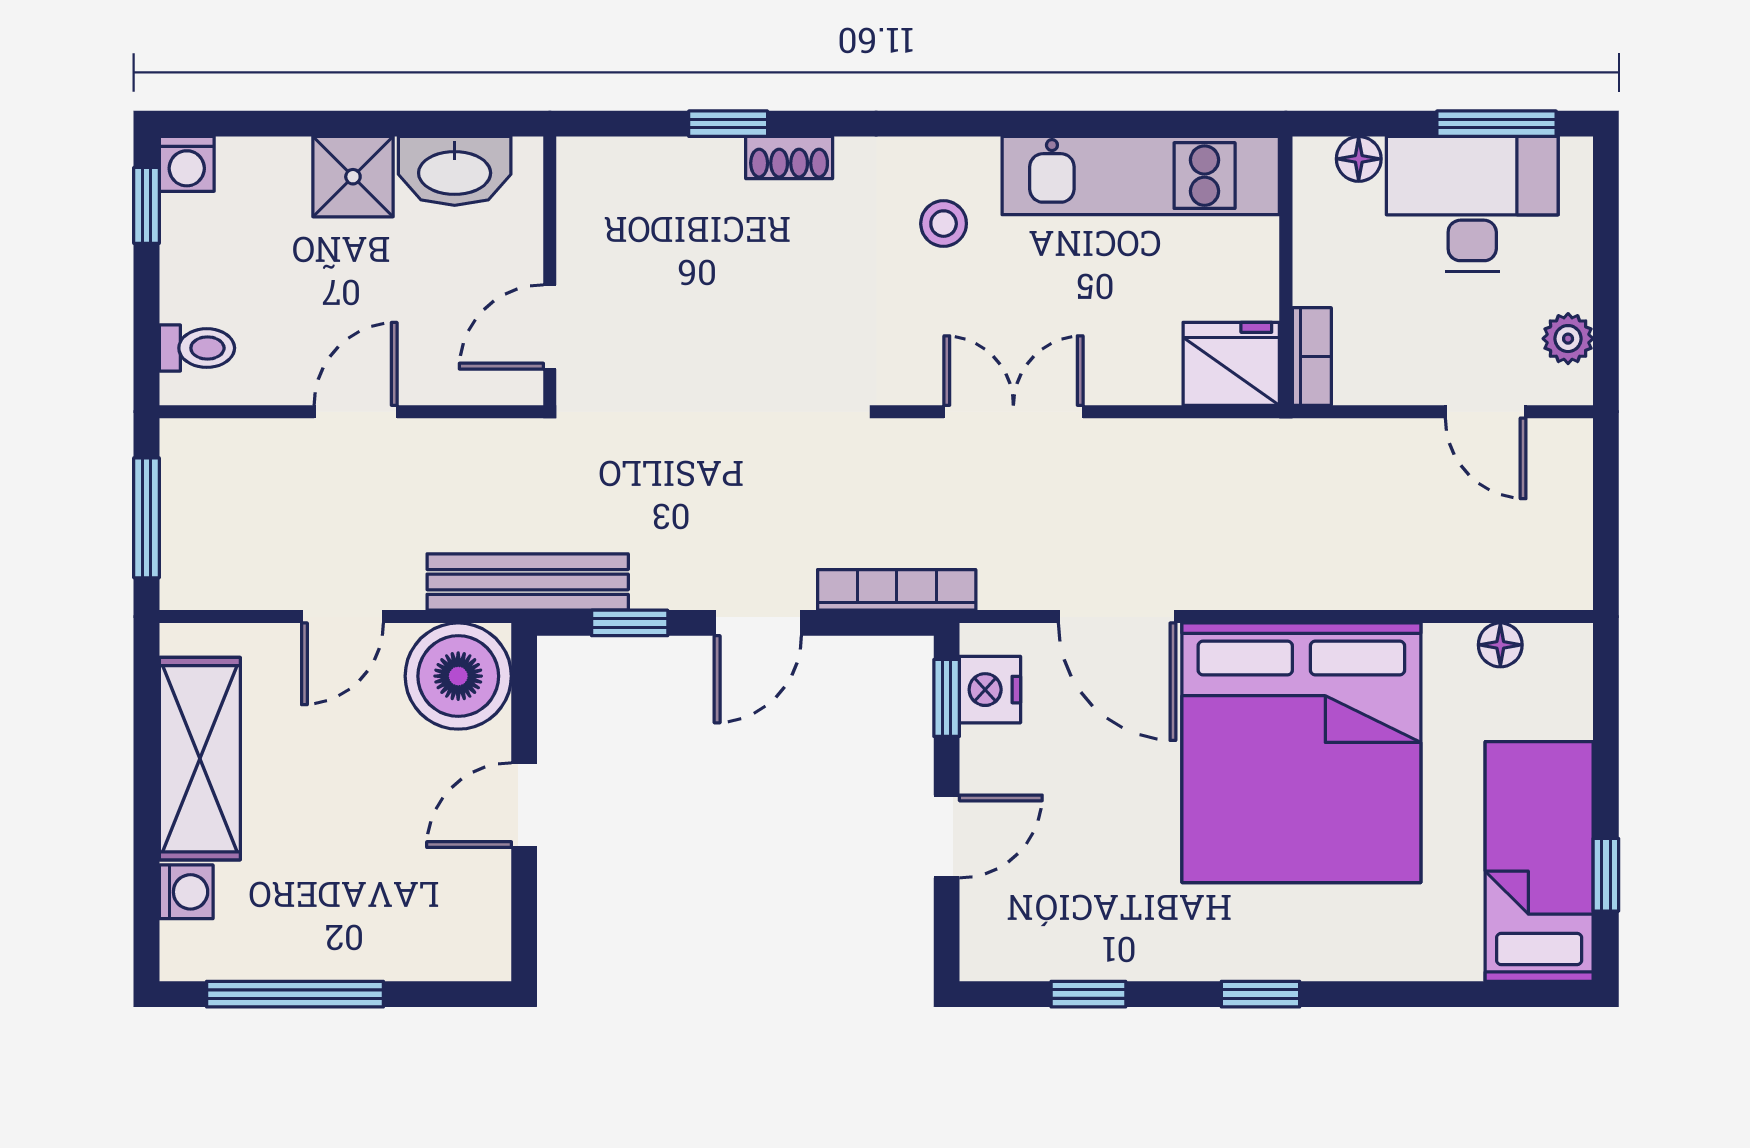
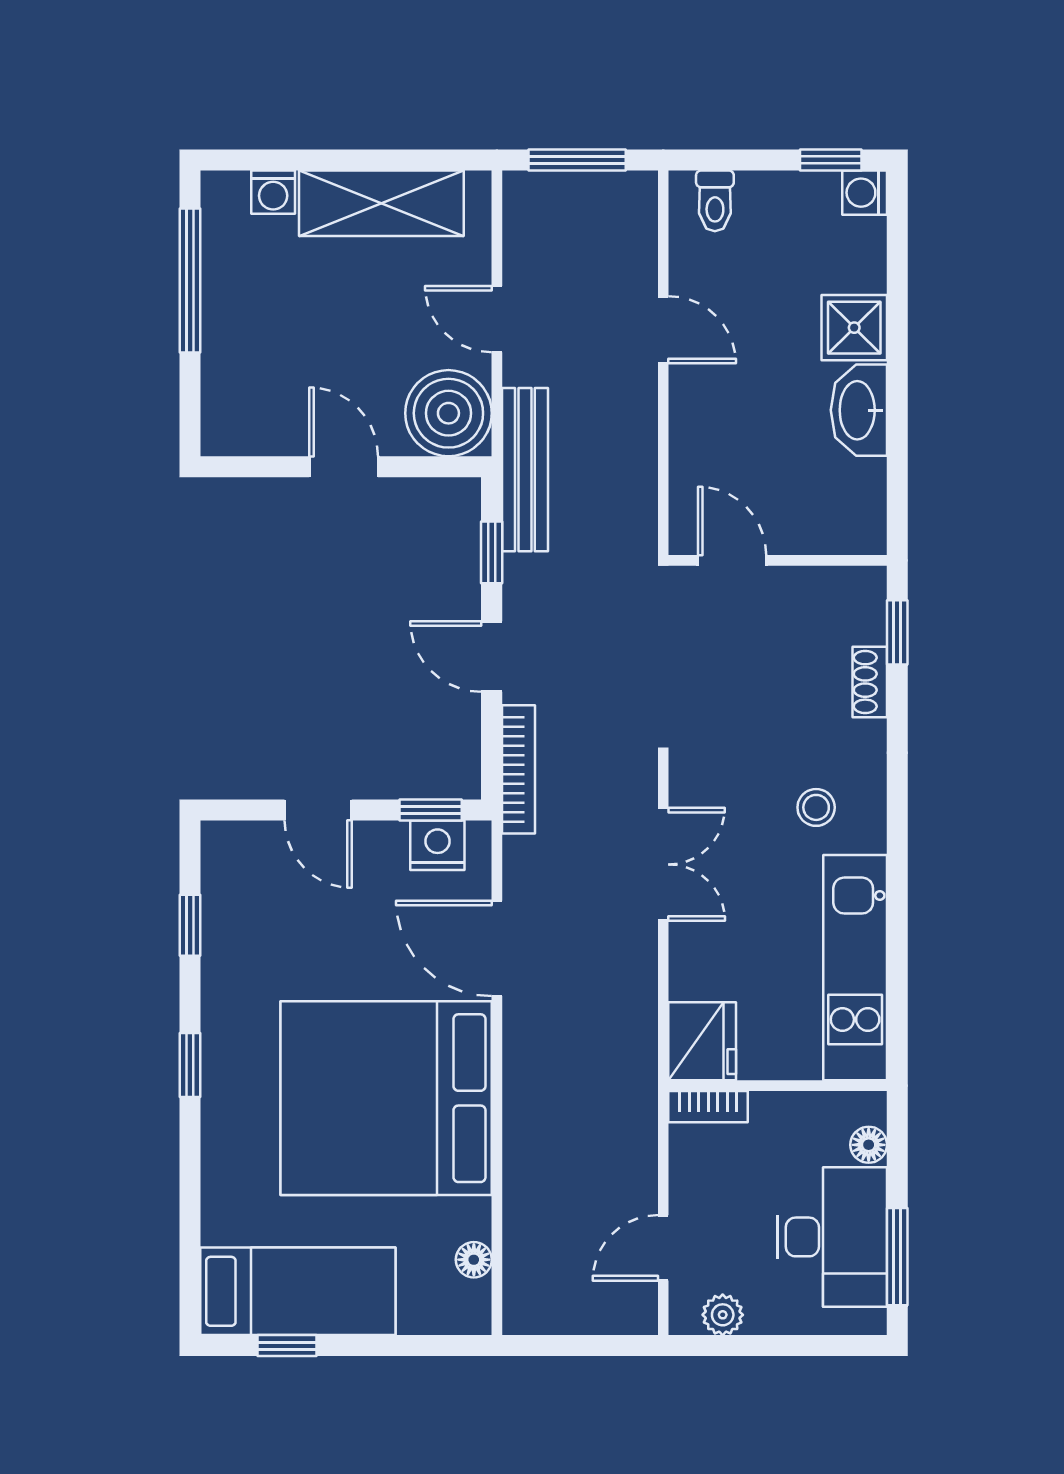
wall: (550, 271) -> (778, 560), moved
door: (550, 327) -> (732, 560), moved
door: (1117, 617) -> (497, 948), hinge flipped

